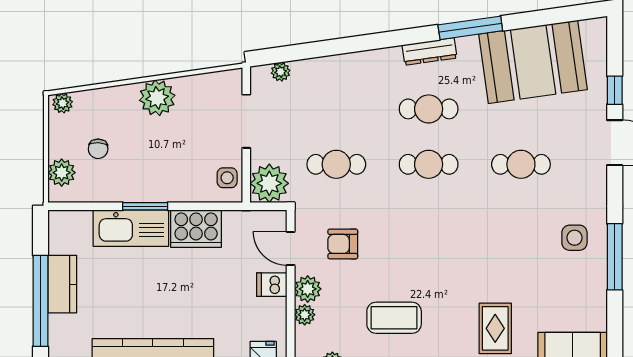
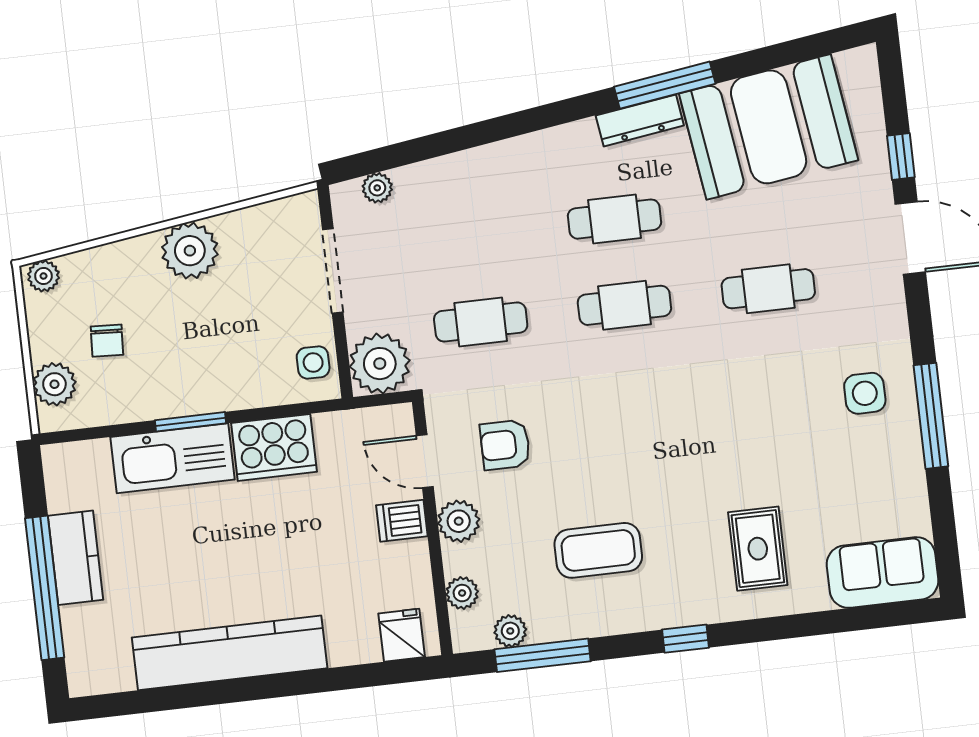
dresser: (430, 51) -> (640, 120), moved
plant: (305, 315) -> (462, 593), moved

